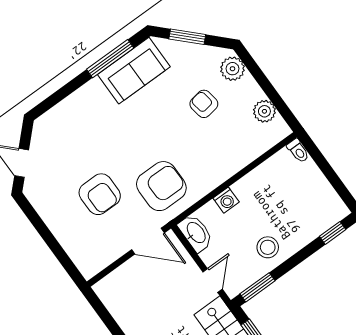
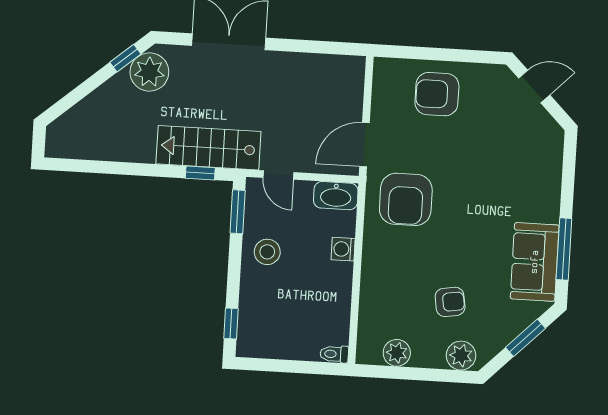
armchair: (100, 194) -> (437, 94), moved

